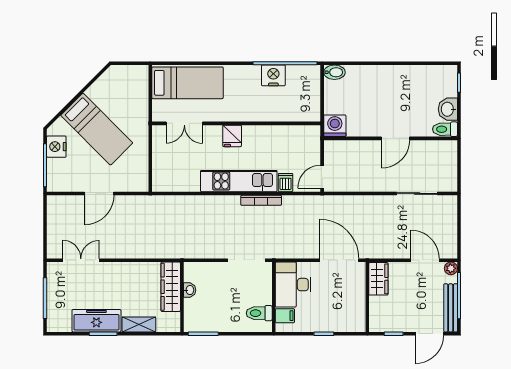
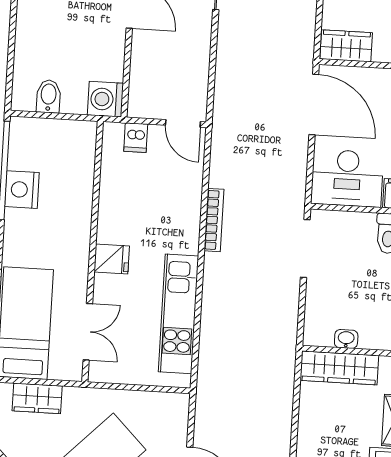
bidet: (334, 72) -> (48, 96), moved
wardrobe: (139, 93) -> (37, 398), added
kitchen unit: (239, 181) -> (178, 314), moved
dishwasher: (286, 183) -> (136, 138), moved, turned -90
door: (339, 260) -> (314, 104), swing flipped

